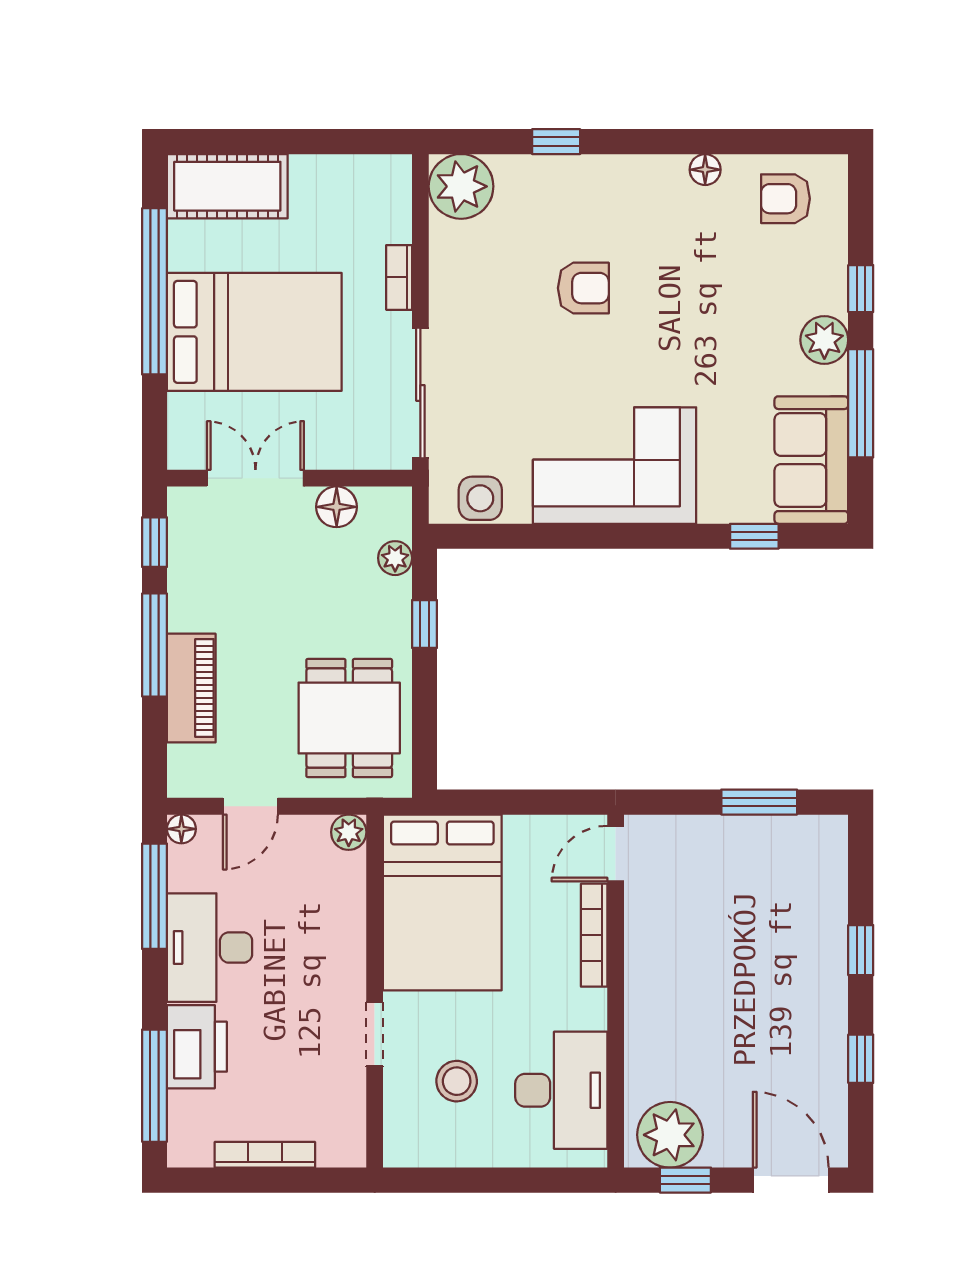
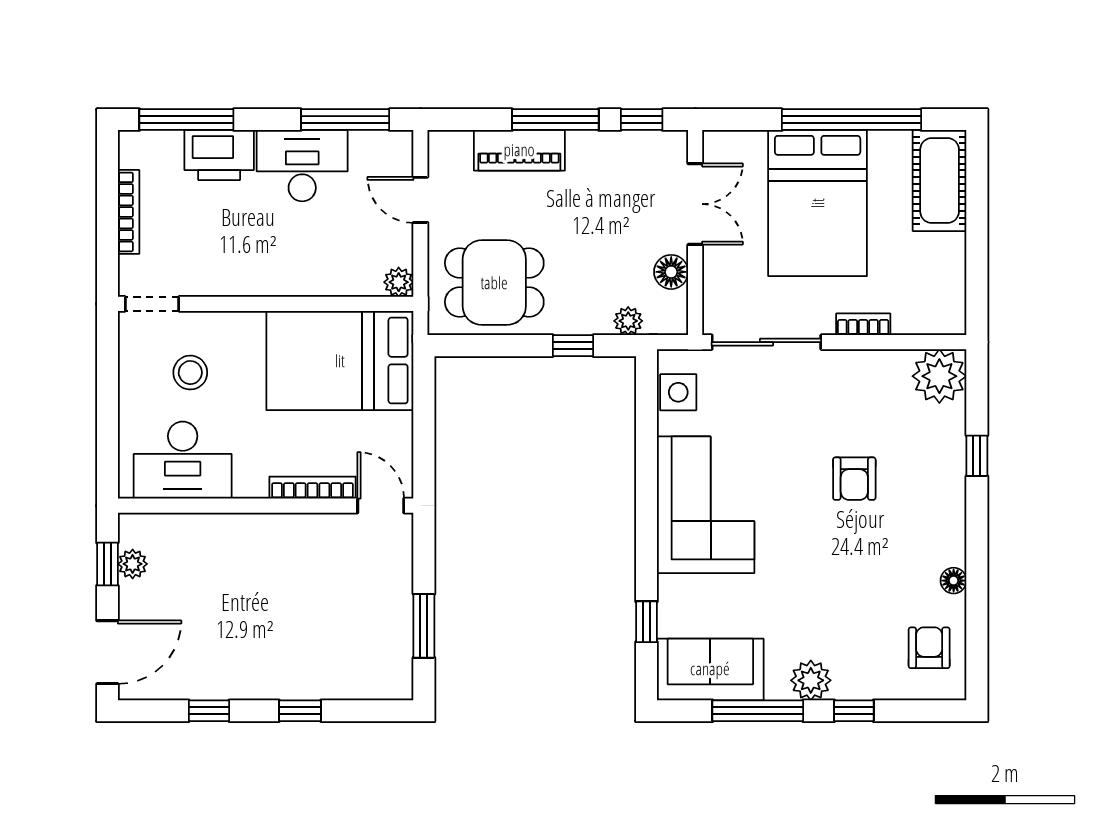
floor lamp: (181, 829) -> (401, 142), removed
doorway: (375, 1034) -> (152, 304), moved
plant: (670, 1135) -> (133, 564), width x0.53, depth x0.53

